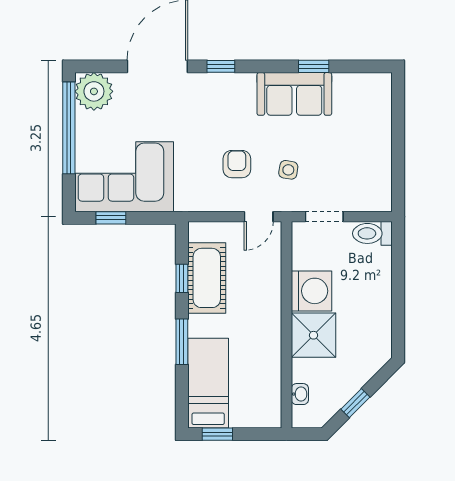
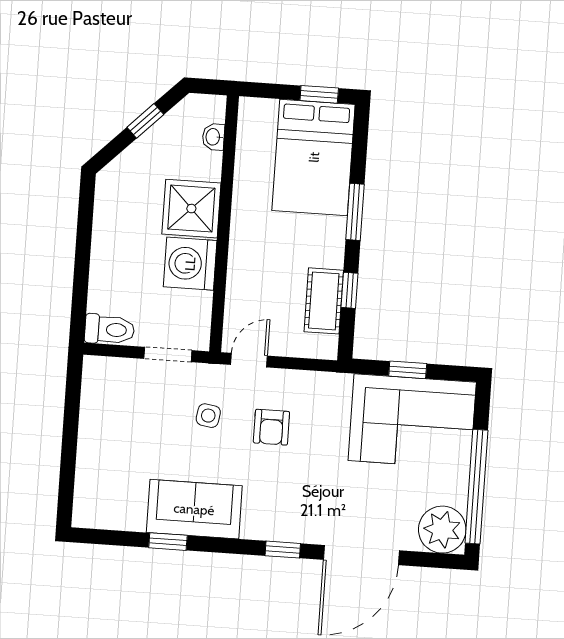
window: (111, 218) -> (408, 370), moved
cot: (207, 278) -> (324, 301), width x0.73, depth x0.75
bed: (208, 383) -> (314, 157), width x1.50

